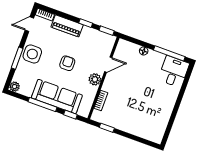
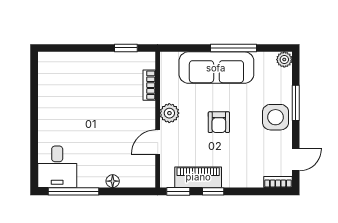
piano: (67, 26) -> (198, 177), moved
window: (70, 115) -> (187, 48), removed

